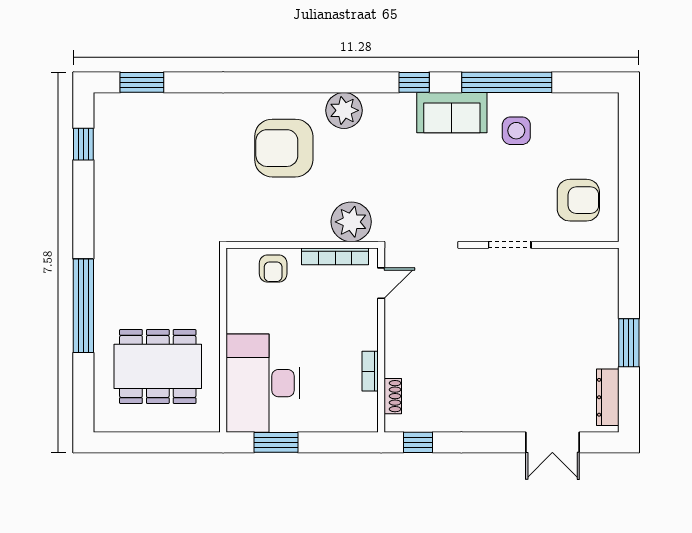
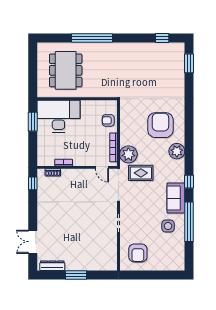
rug: (394, 193) -> (141, 173), added

